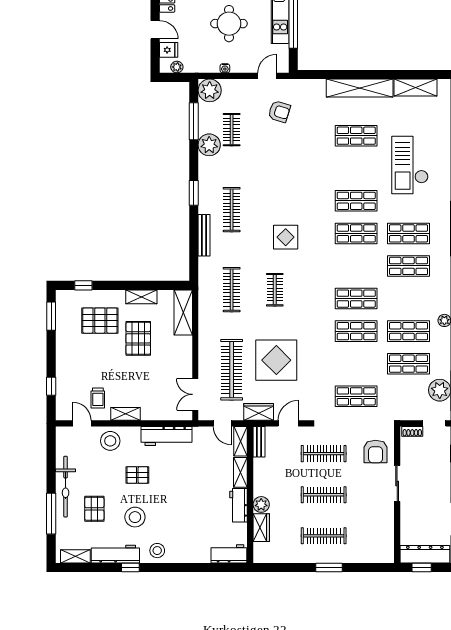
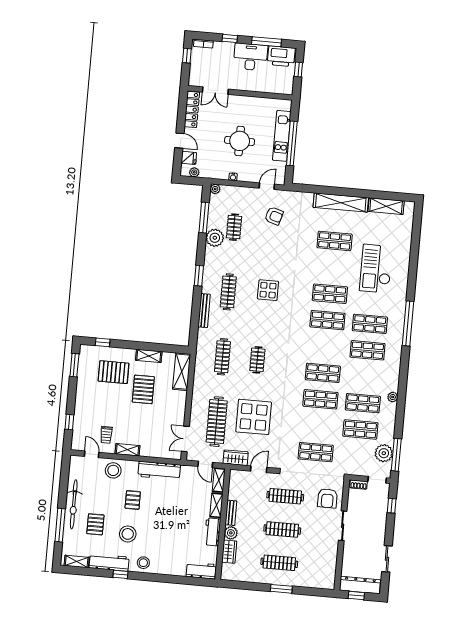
plant: (210, 90) -> (215, 189), width x0.53, depth x0.53
display table: (286, 237) -> (268, 290), moved
bench: (259, 442) -> (231, 513), moved
pallet: (137, 475) -> (133, 500), turned 90

